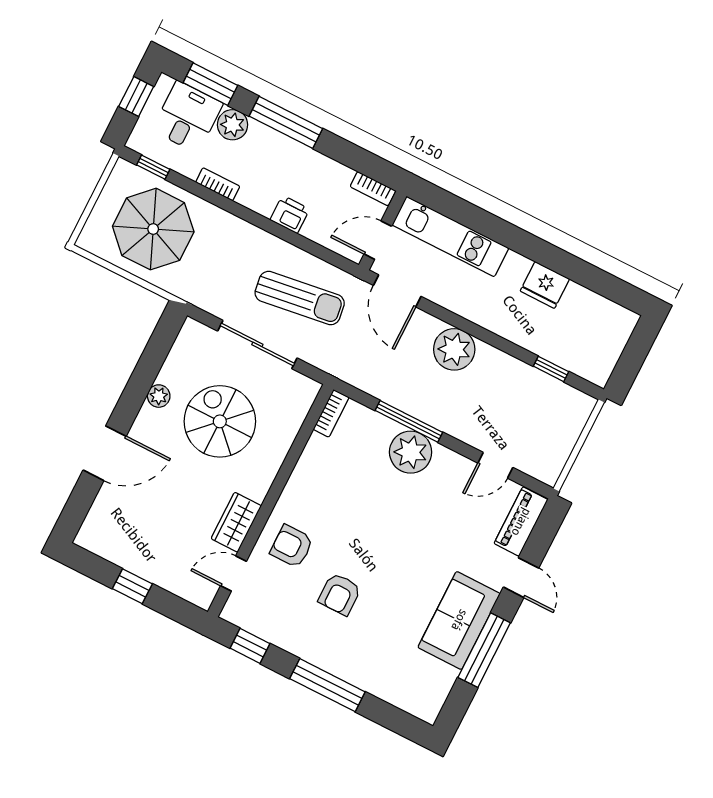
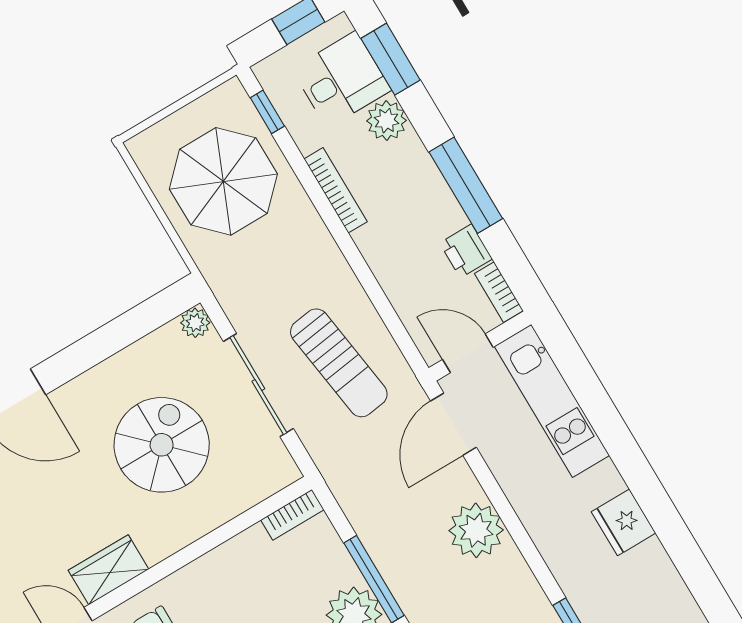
window: (286, 122) -> (466, 185), moved
bookcase: (218, 184) -> (336, 190), width x1.56
printer: (290, 214) -> (466, 251), moved, turned 180
plant: (159, 396) -> (195, 323), moved

